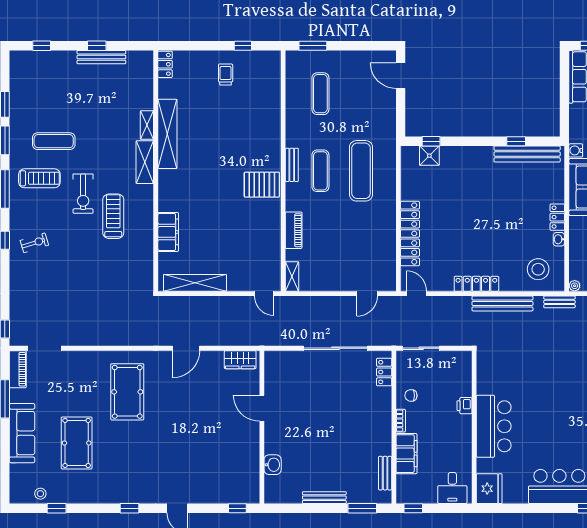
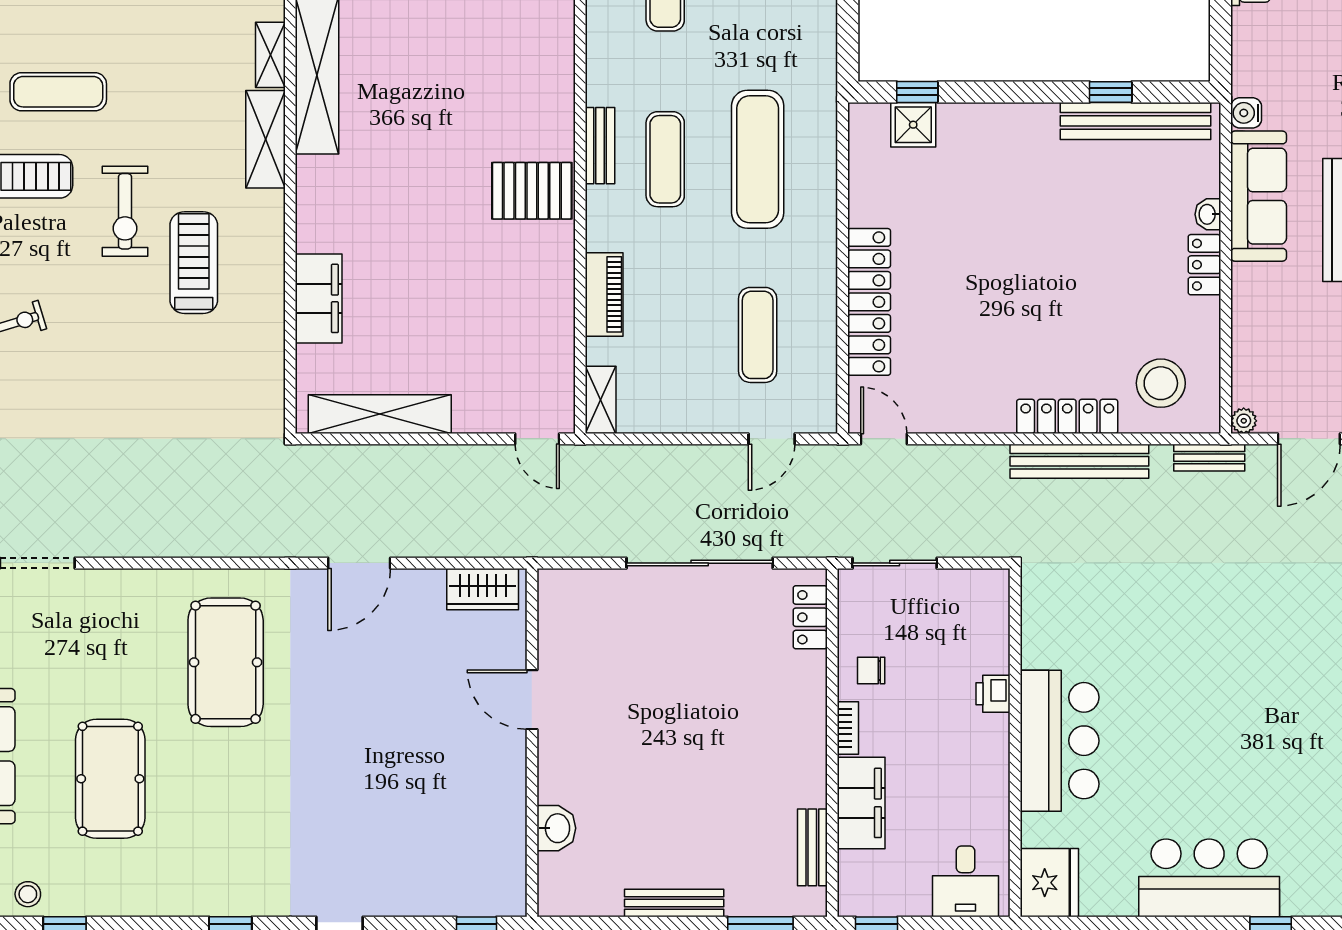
washbasin: (559, 239) -> (1208, 214), moved
exercise mat: (361, 248) -> (758, 335), added
locker: (476, 284) -> (1067, 416), moved

